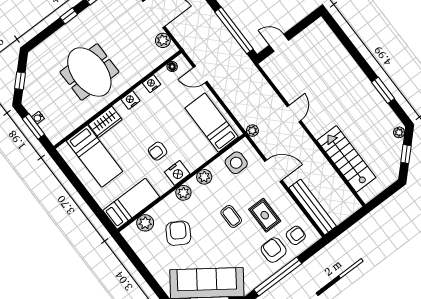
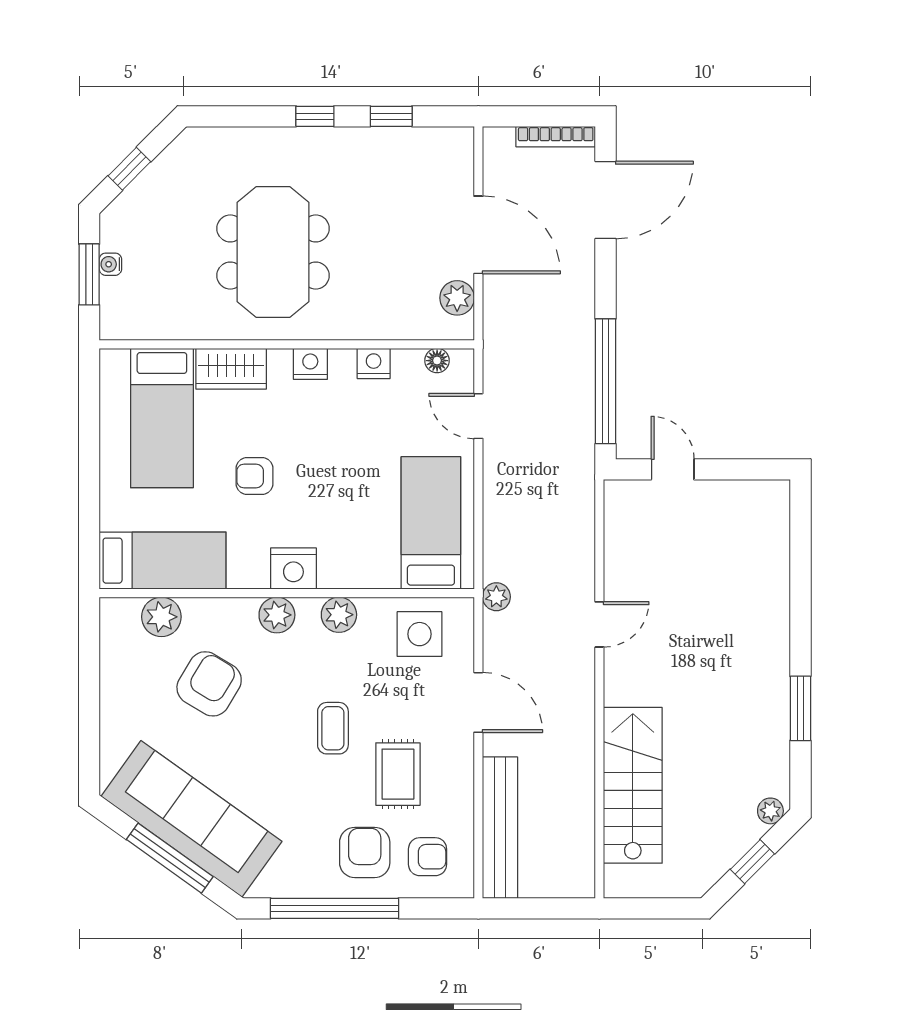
armchair: (158, 151) -> (255, 476), moved

